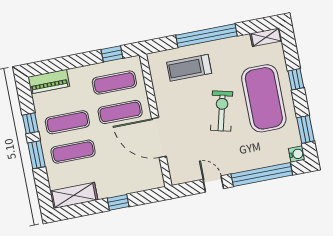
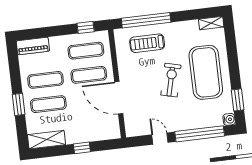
window: (206, 36) -> (146, 20), moved
window: (296, 79) -> (233, 59), removed
window: (30, 123) -> (16, 79), removed

